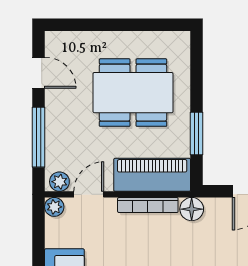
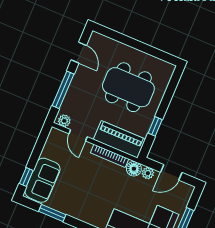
window: (197, 134) -> (155, 126), width x0.67
door: (89, 194) -> (78, 135), swing flipped
plant: (54, 207) -> (148, 173), moved

